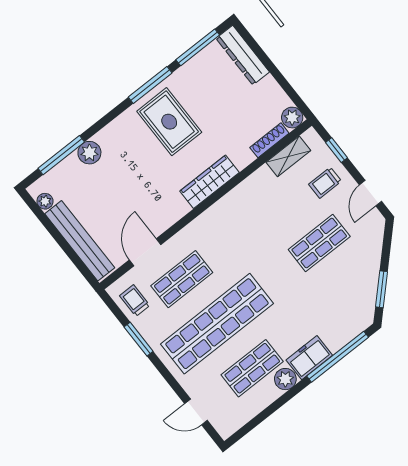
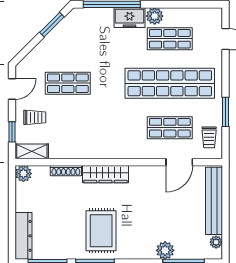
shoe rack: (269, 140) -> (66, 171), moved
shelving: (288, 156) -> (32, 151), moved

